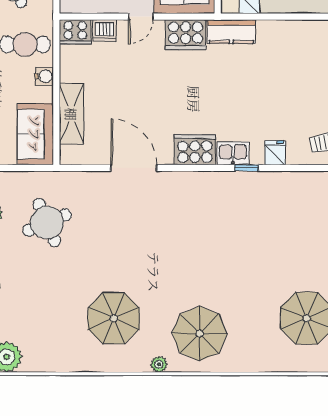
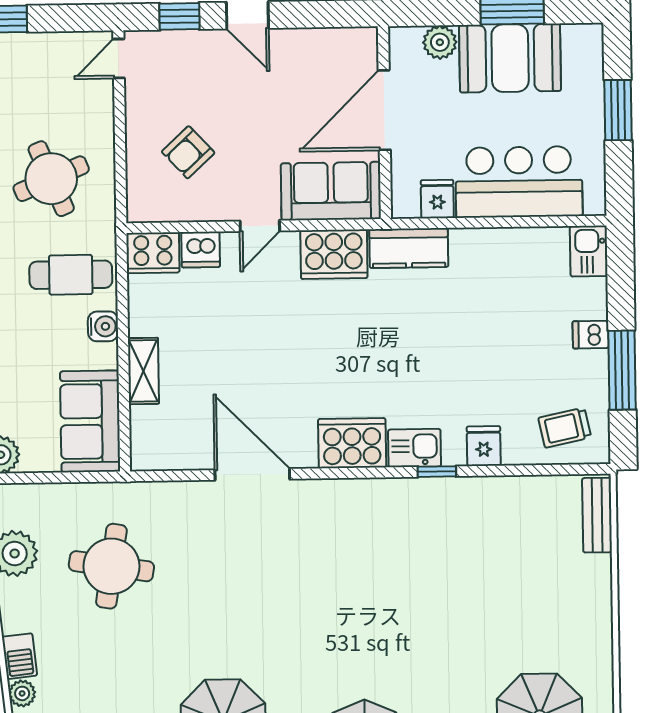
shelving: (71, 114) -> (143, 371), width x0.67, depth x0.75
round table: (47, 223) -> (111, 566), turned 32

